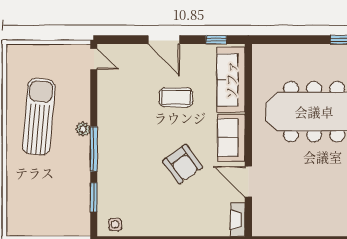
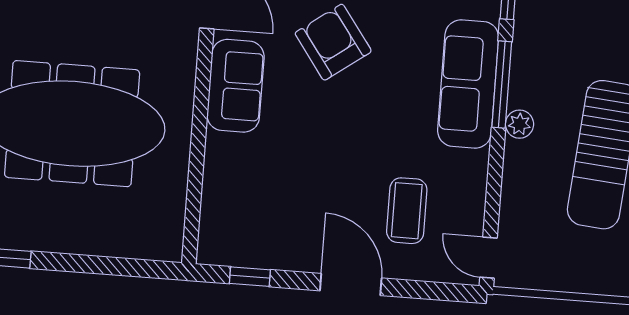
sofa: (231, 80) -> (468, 84), moved, turned 180
coffee table: (176, 97) -> (407, 211), moved, turned 90

